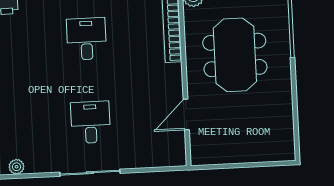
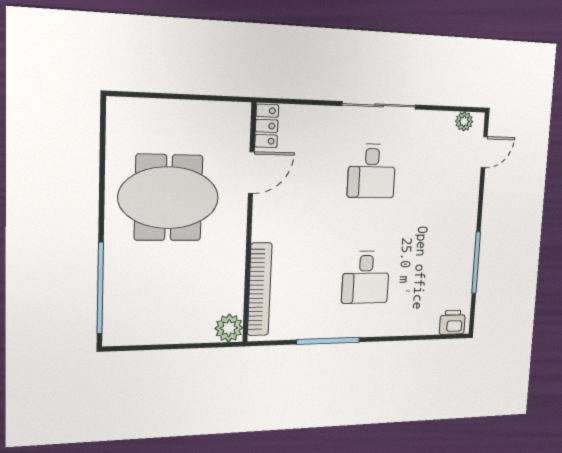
meeting table: (235, 55) -> (169, 198), moved, turned 90
locker: (178, 150) -> (267, 126), added

